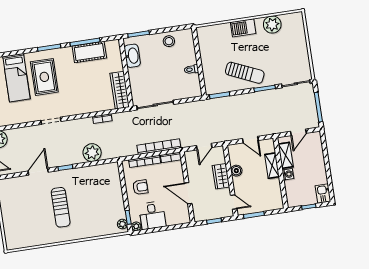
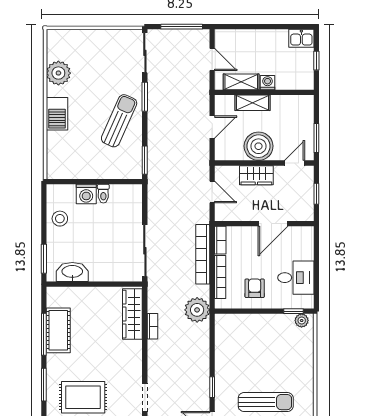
washing machine: (189, 57) -> (86, 194), added
wardrobe: (120, 90) -> (132, 314), moved, turned 90
plant: (92, 153) -> (197, 310), moved
boiler: (236, 171) -> (259, 146), width x1.86, depth x1.86
plant: (136, 226) -> (308, 302), removed

